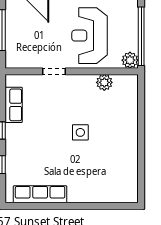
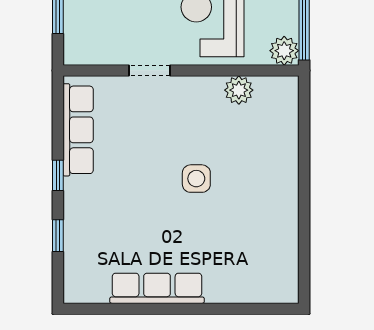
row of seats: (14, 105) -> (78, 130), width x1.48
row of seats: (40, 194) -> (157, 288), moved

